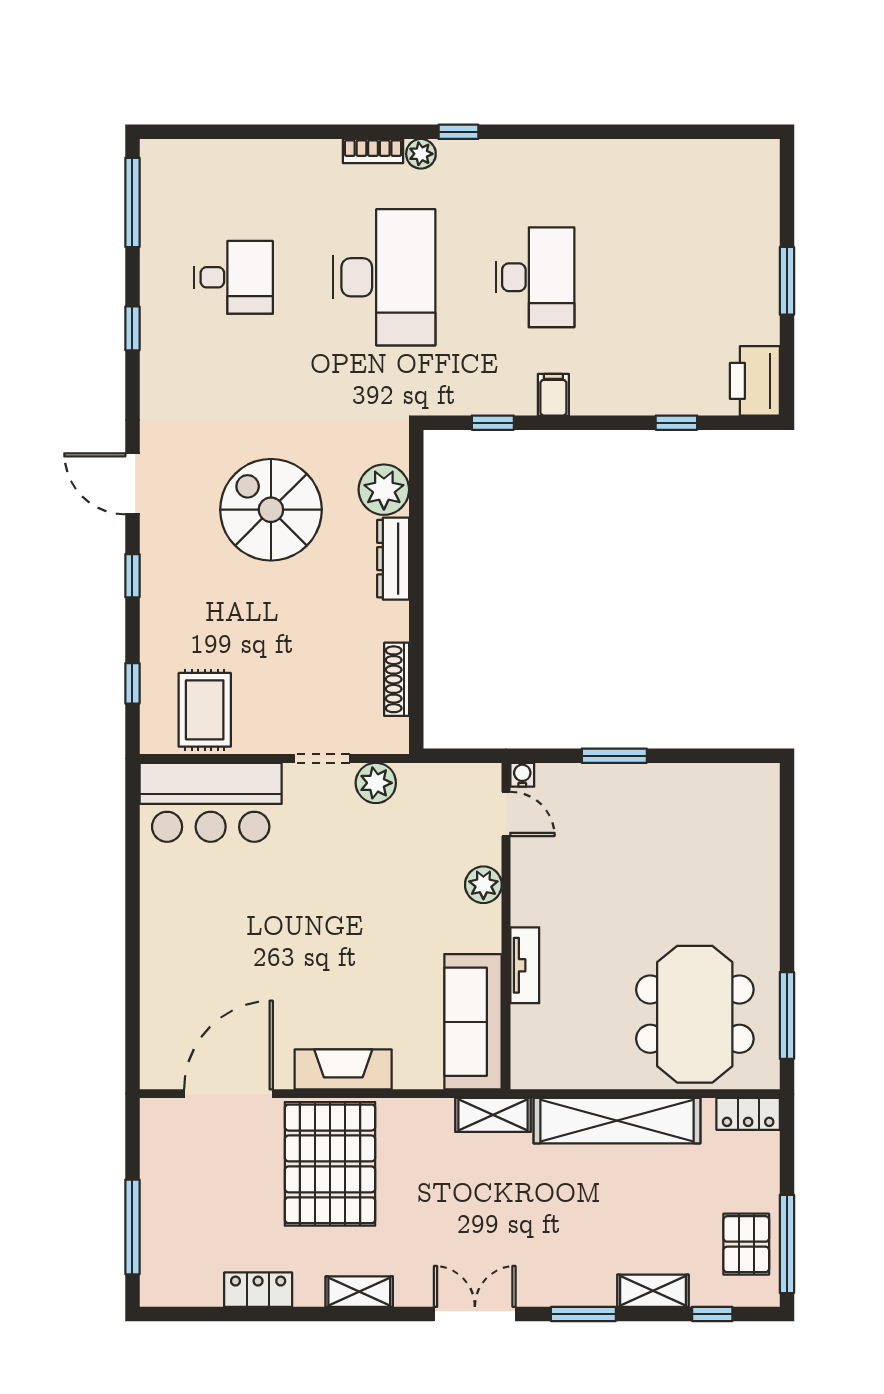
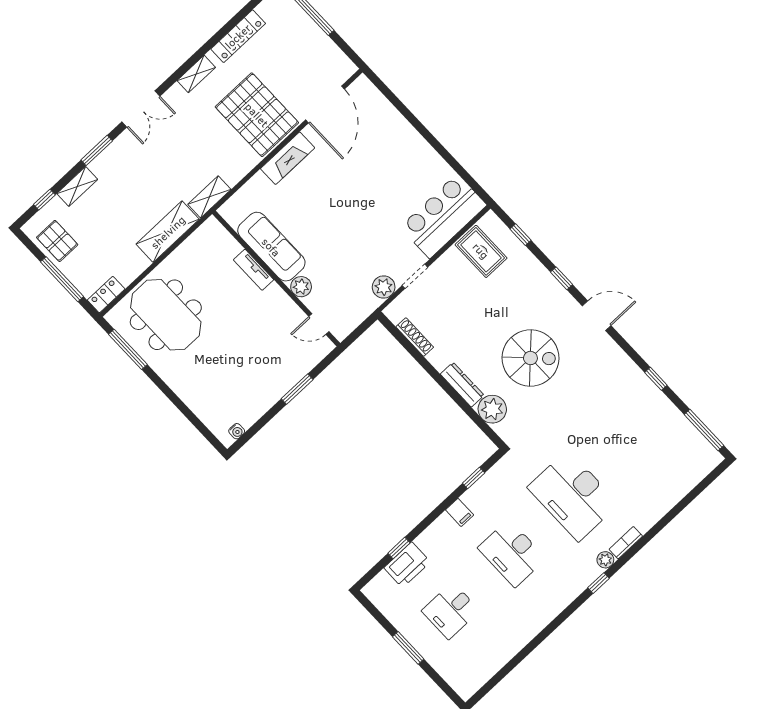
desk: (234, 277) -> (451, 611), moved
printer: (755, 381) -> (407, 565), moved, turned 90
water cooler: (522, 775) -> (237, 431), moved
sofa: (473, 1022) -> (271, 247), moved
shelving: (617, 1121) -> (168, 232), width x0.68
window: (787, 1244) -> (62, 279), moved
locker: (258, 1290) -> (238, 36), width x1.53

